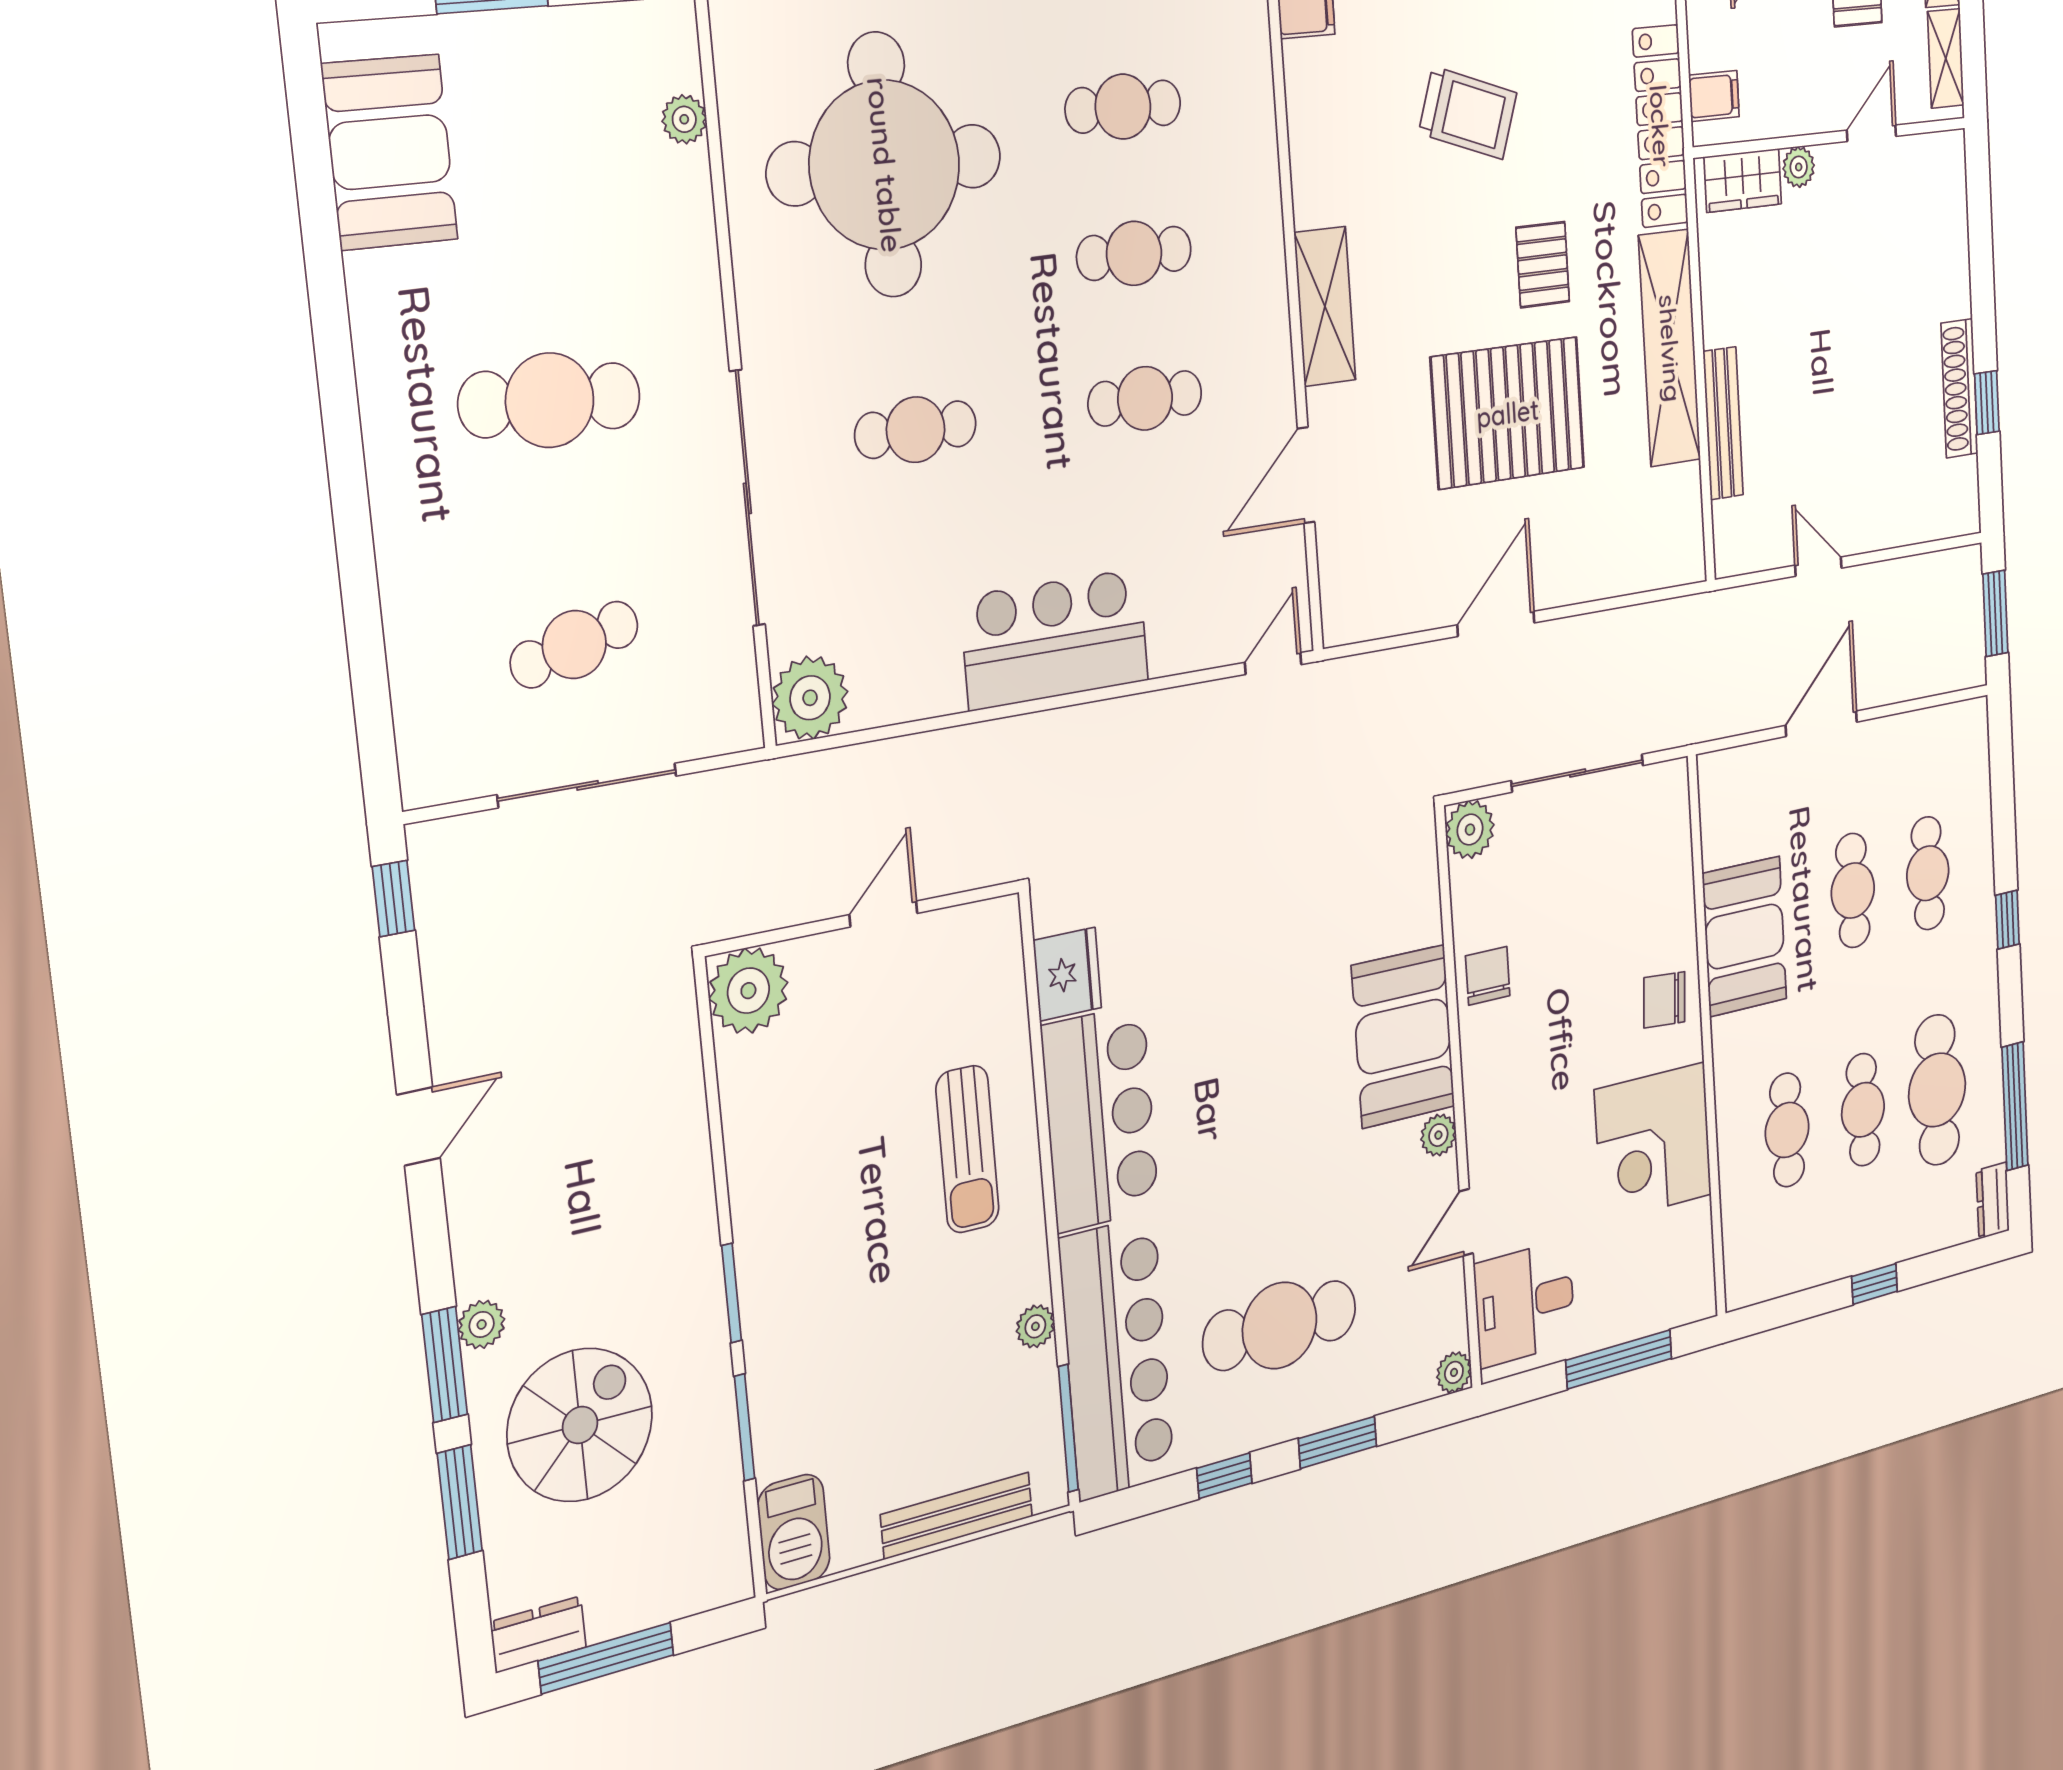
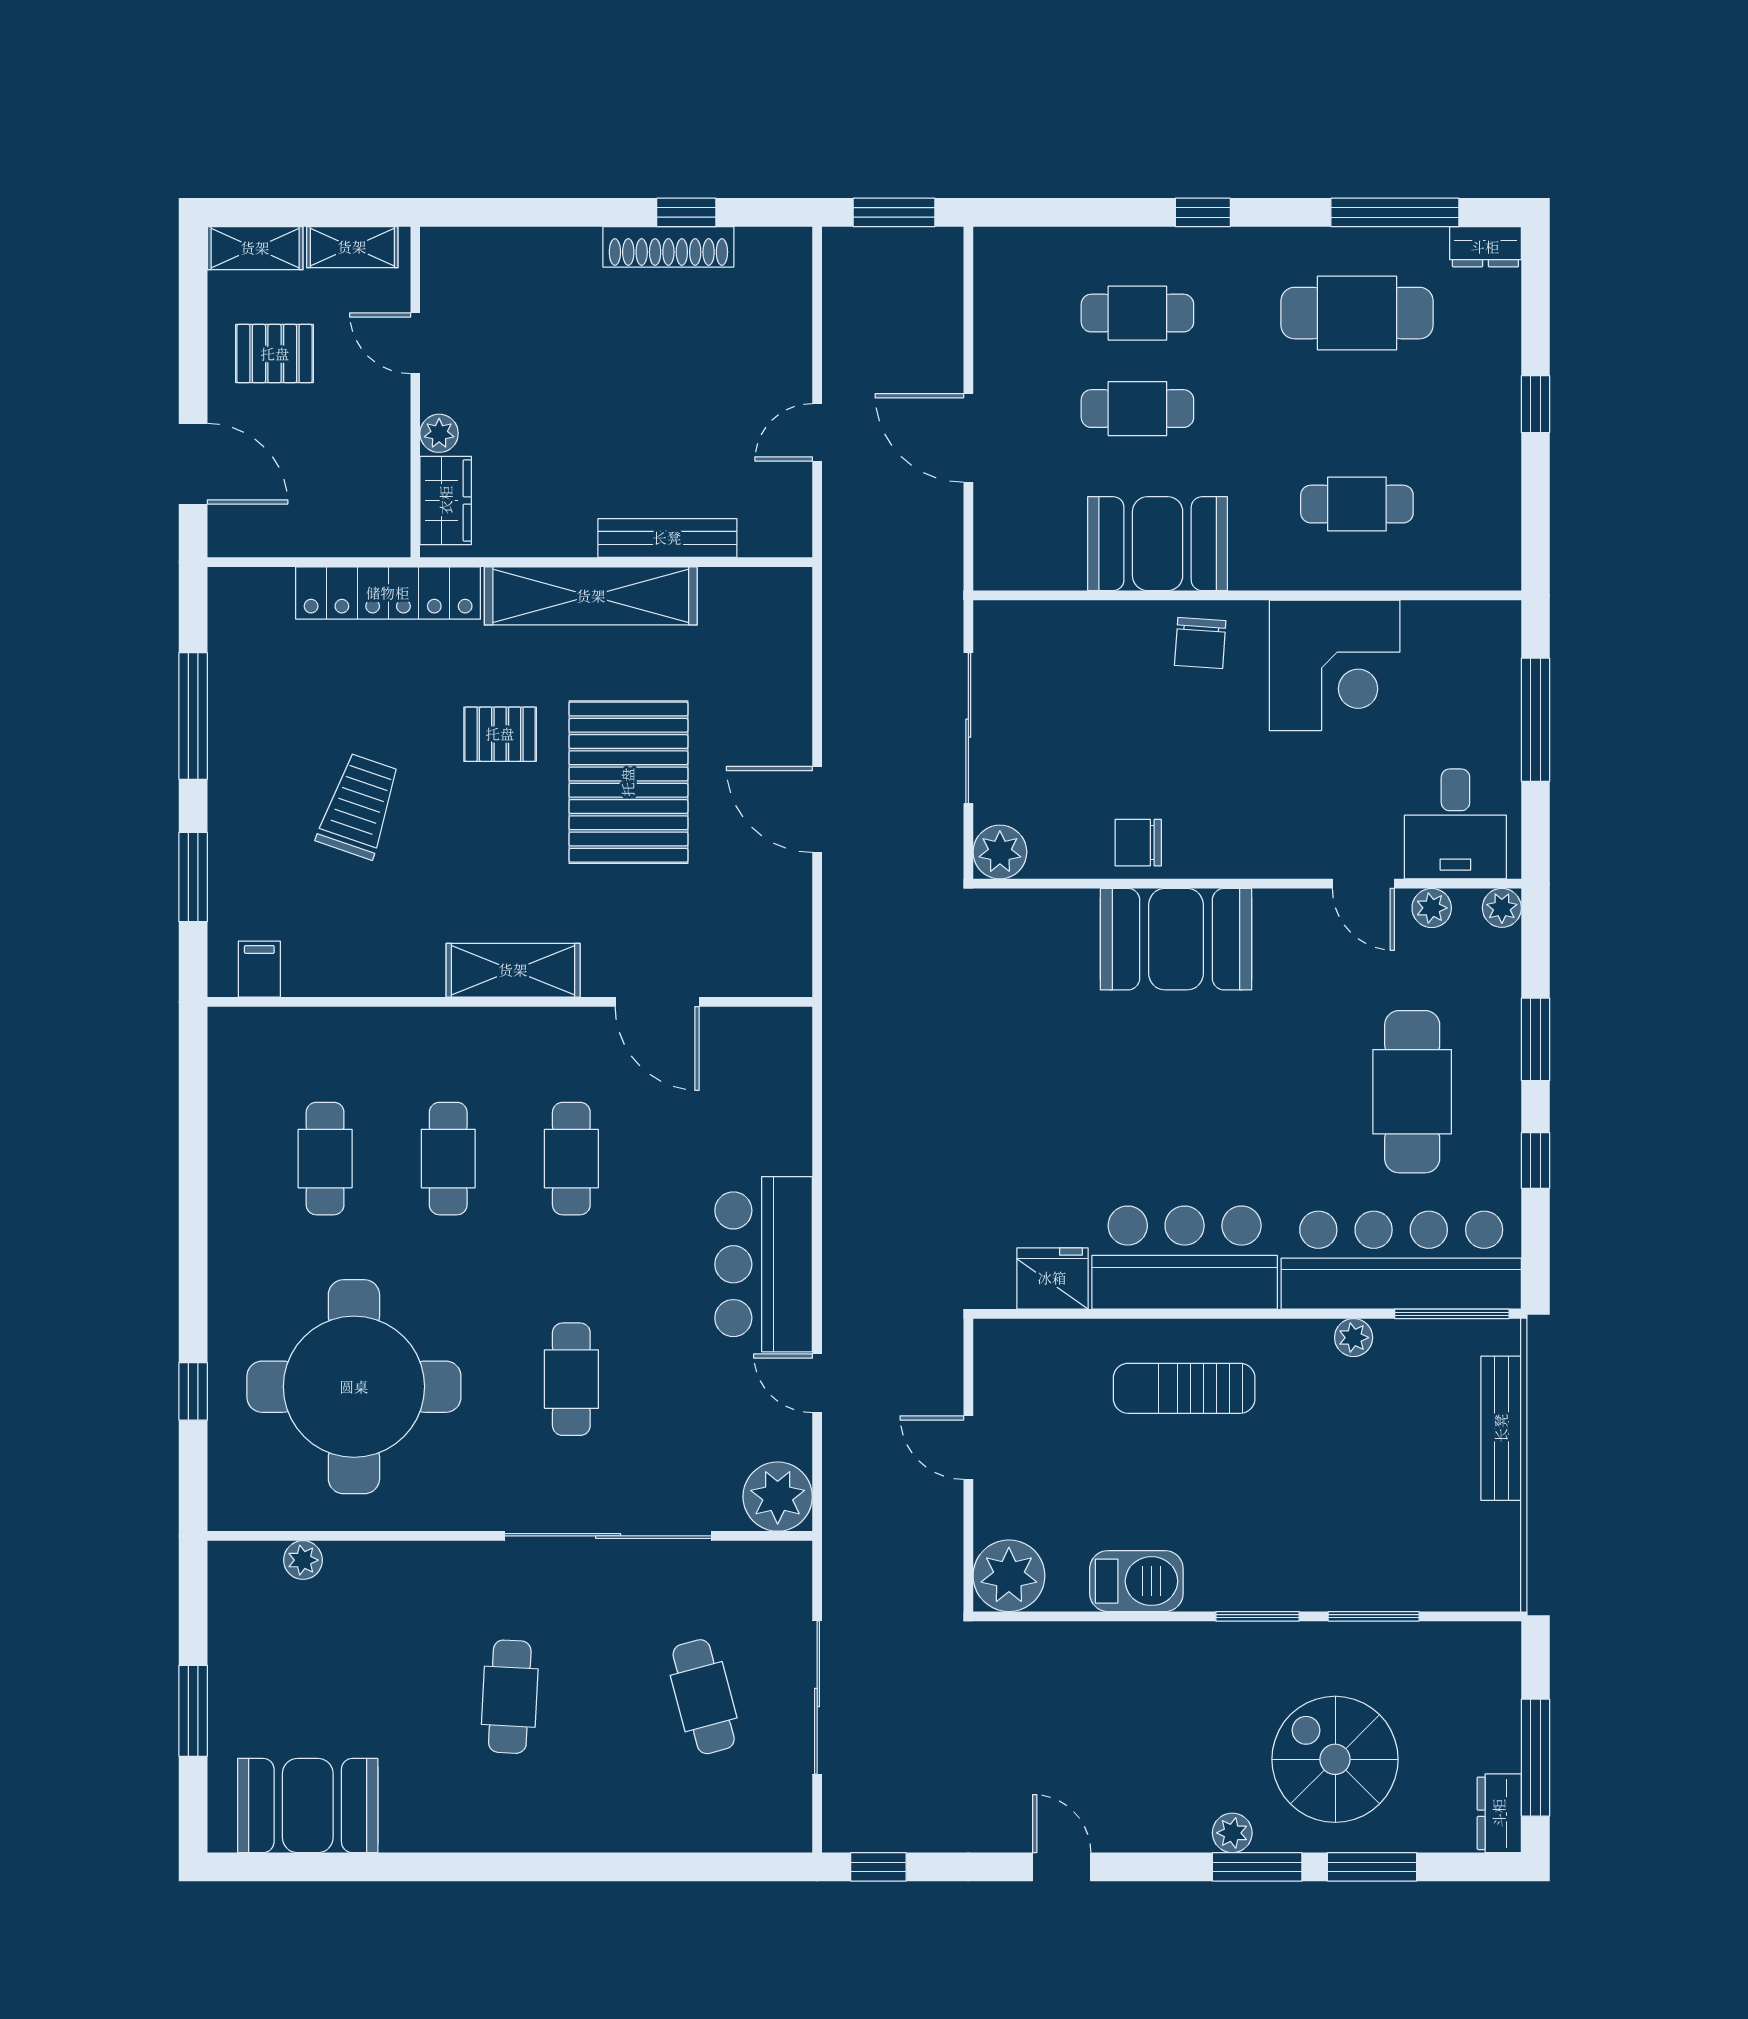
filing cabinet: (1714, 96) -> (366, 529), removed
cafe table: (550, 400) -> (510, 1697), width x0.73, depth x0.74
door: (1273, 663) -> (817, 1383), moved
cafe table: (1863, 1110) -> (1357, 409), removed
plant: (1438, 1135) -> (1432, 908), moved
sun lounger: (967, 1149) -> (1184, 1388), turned 180
barbecue: (794, 1532) -> (1136, 1581), moved

